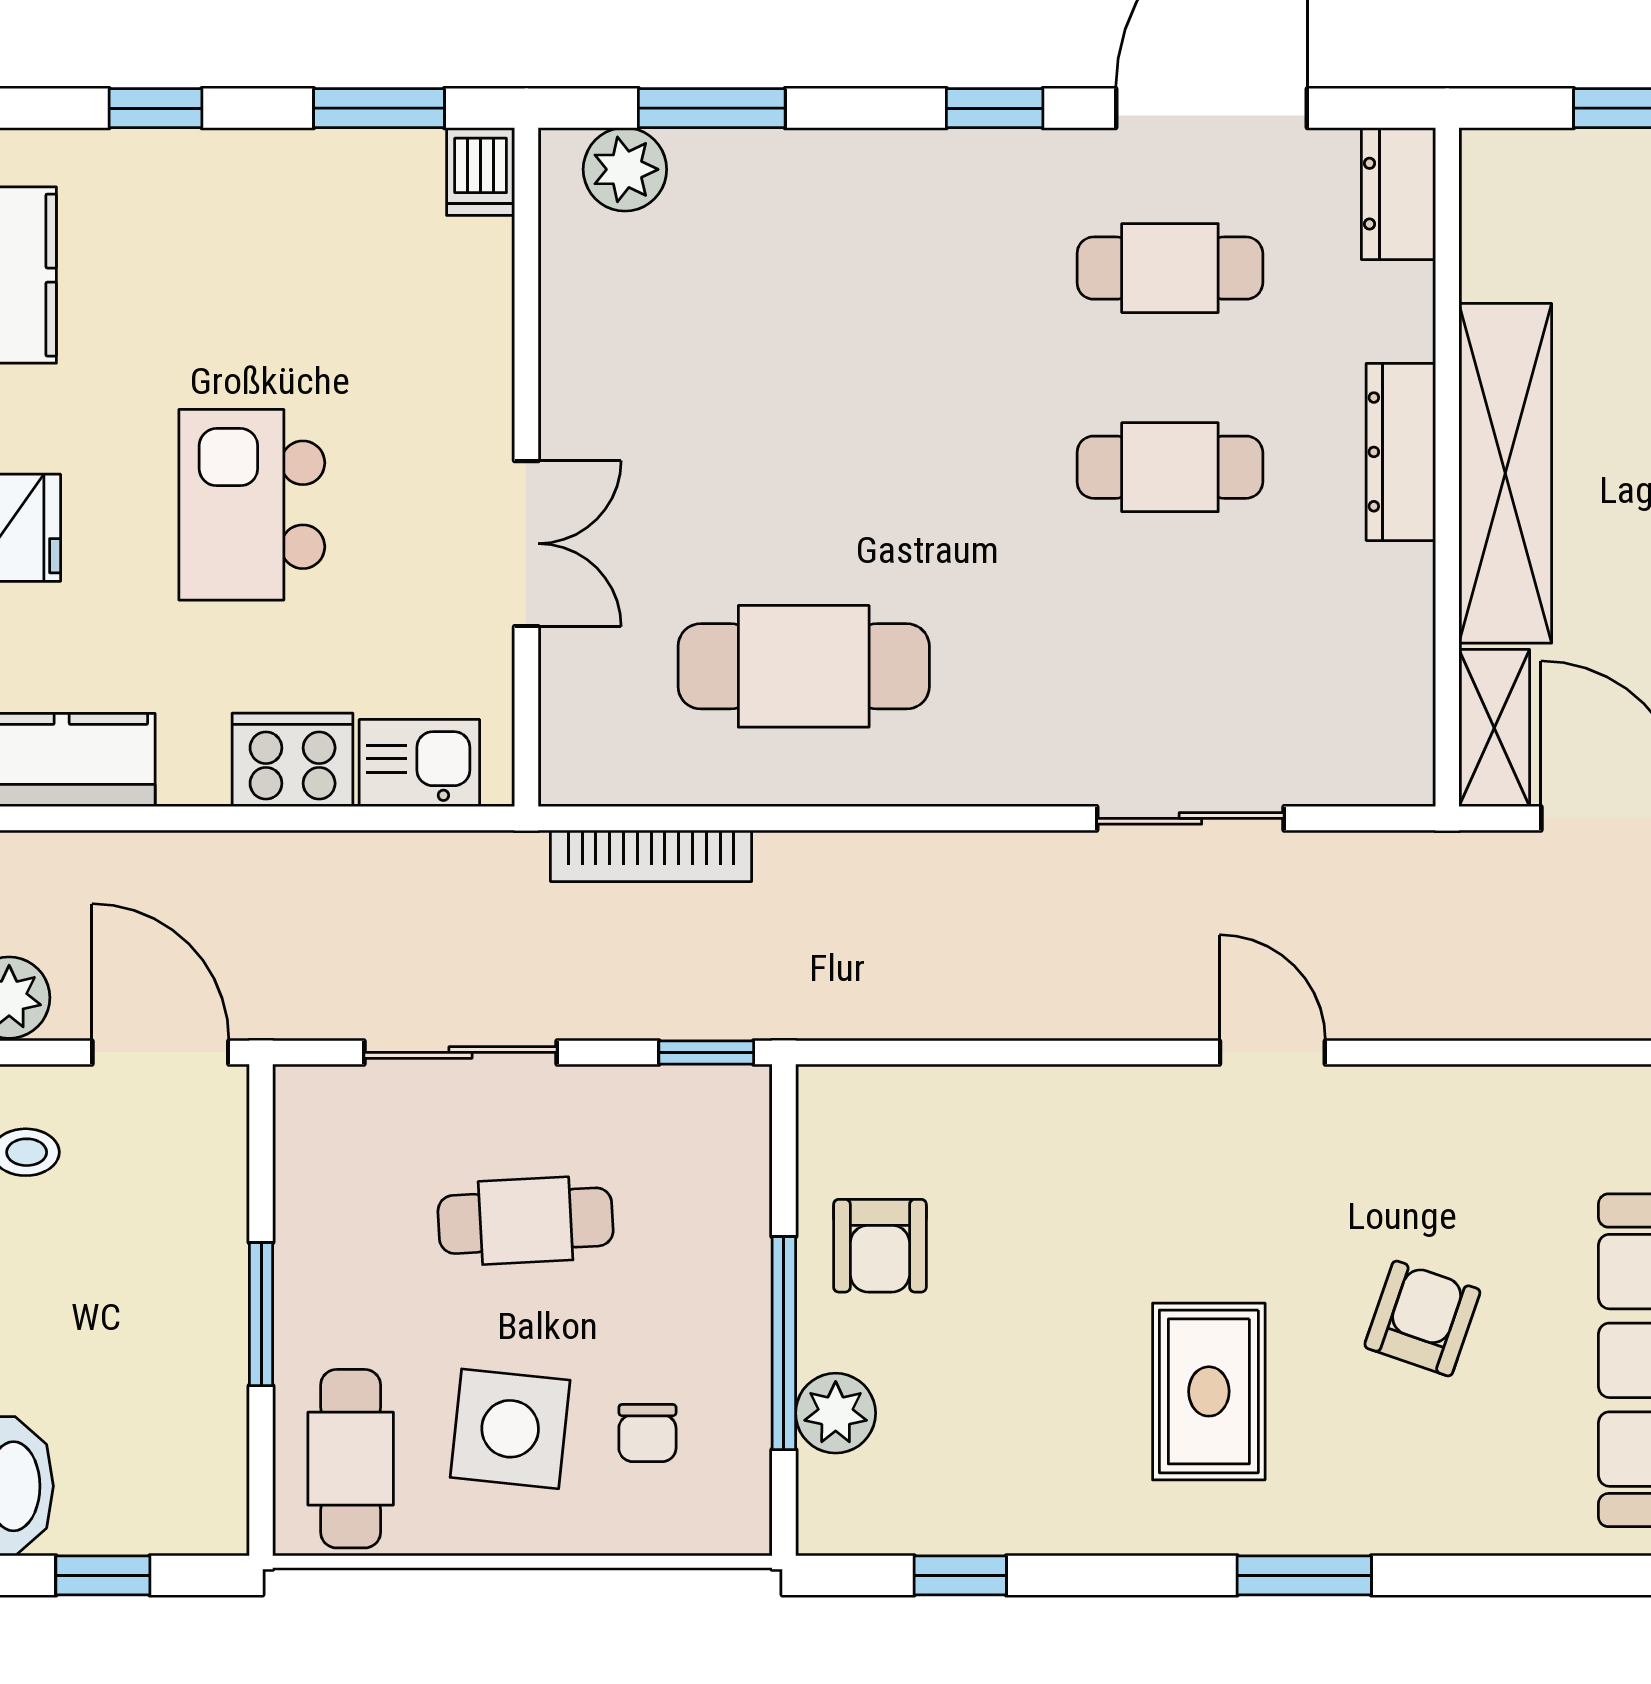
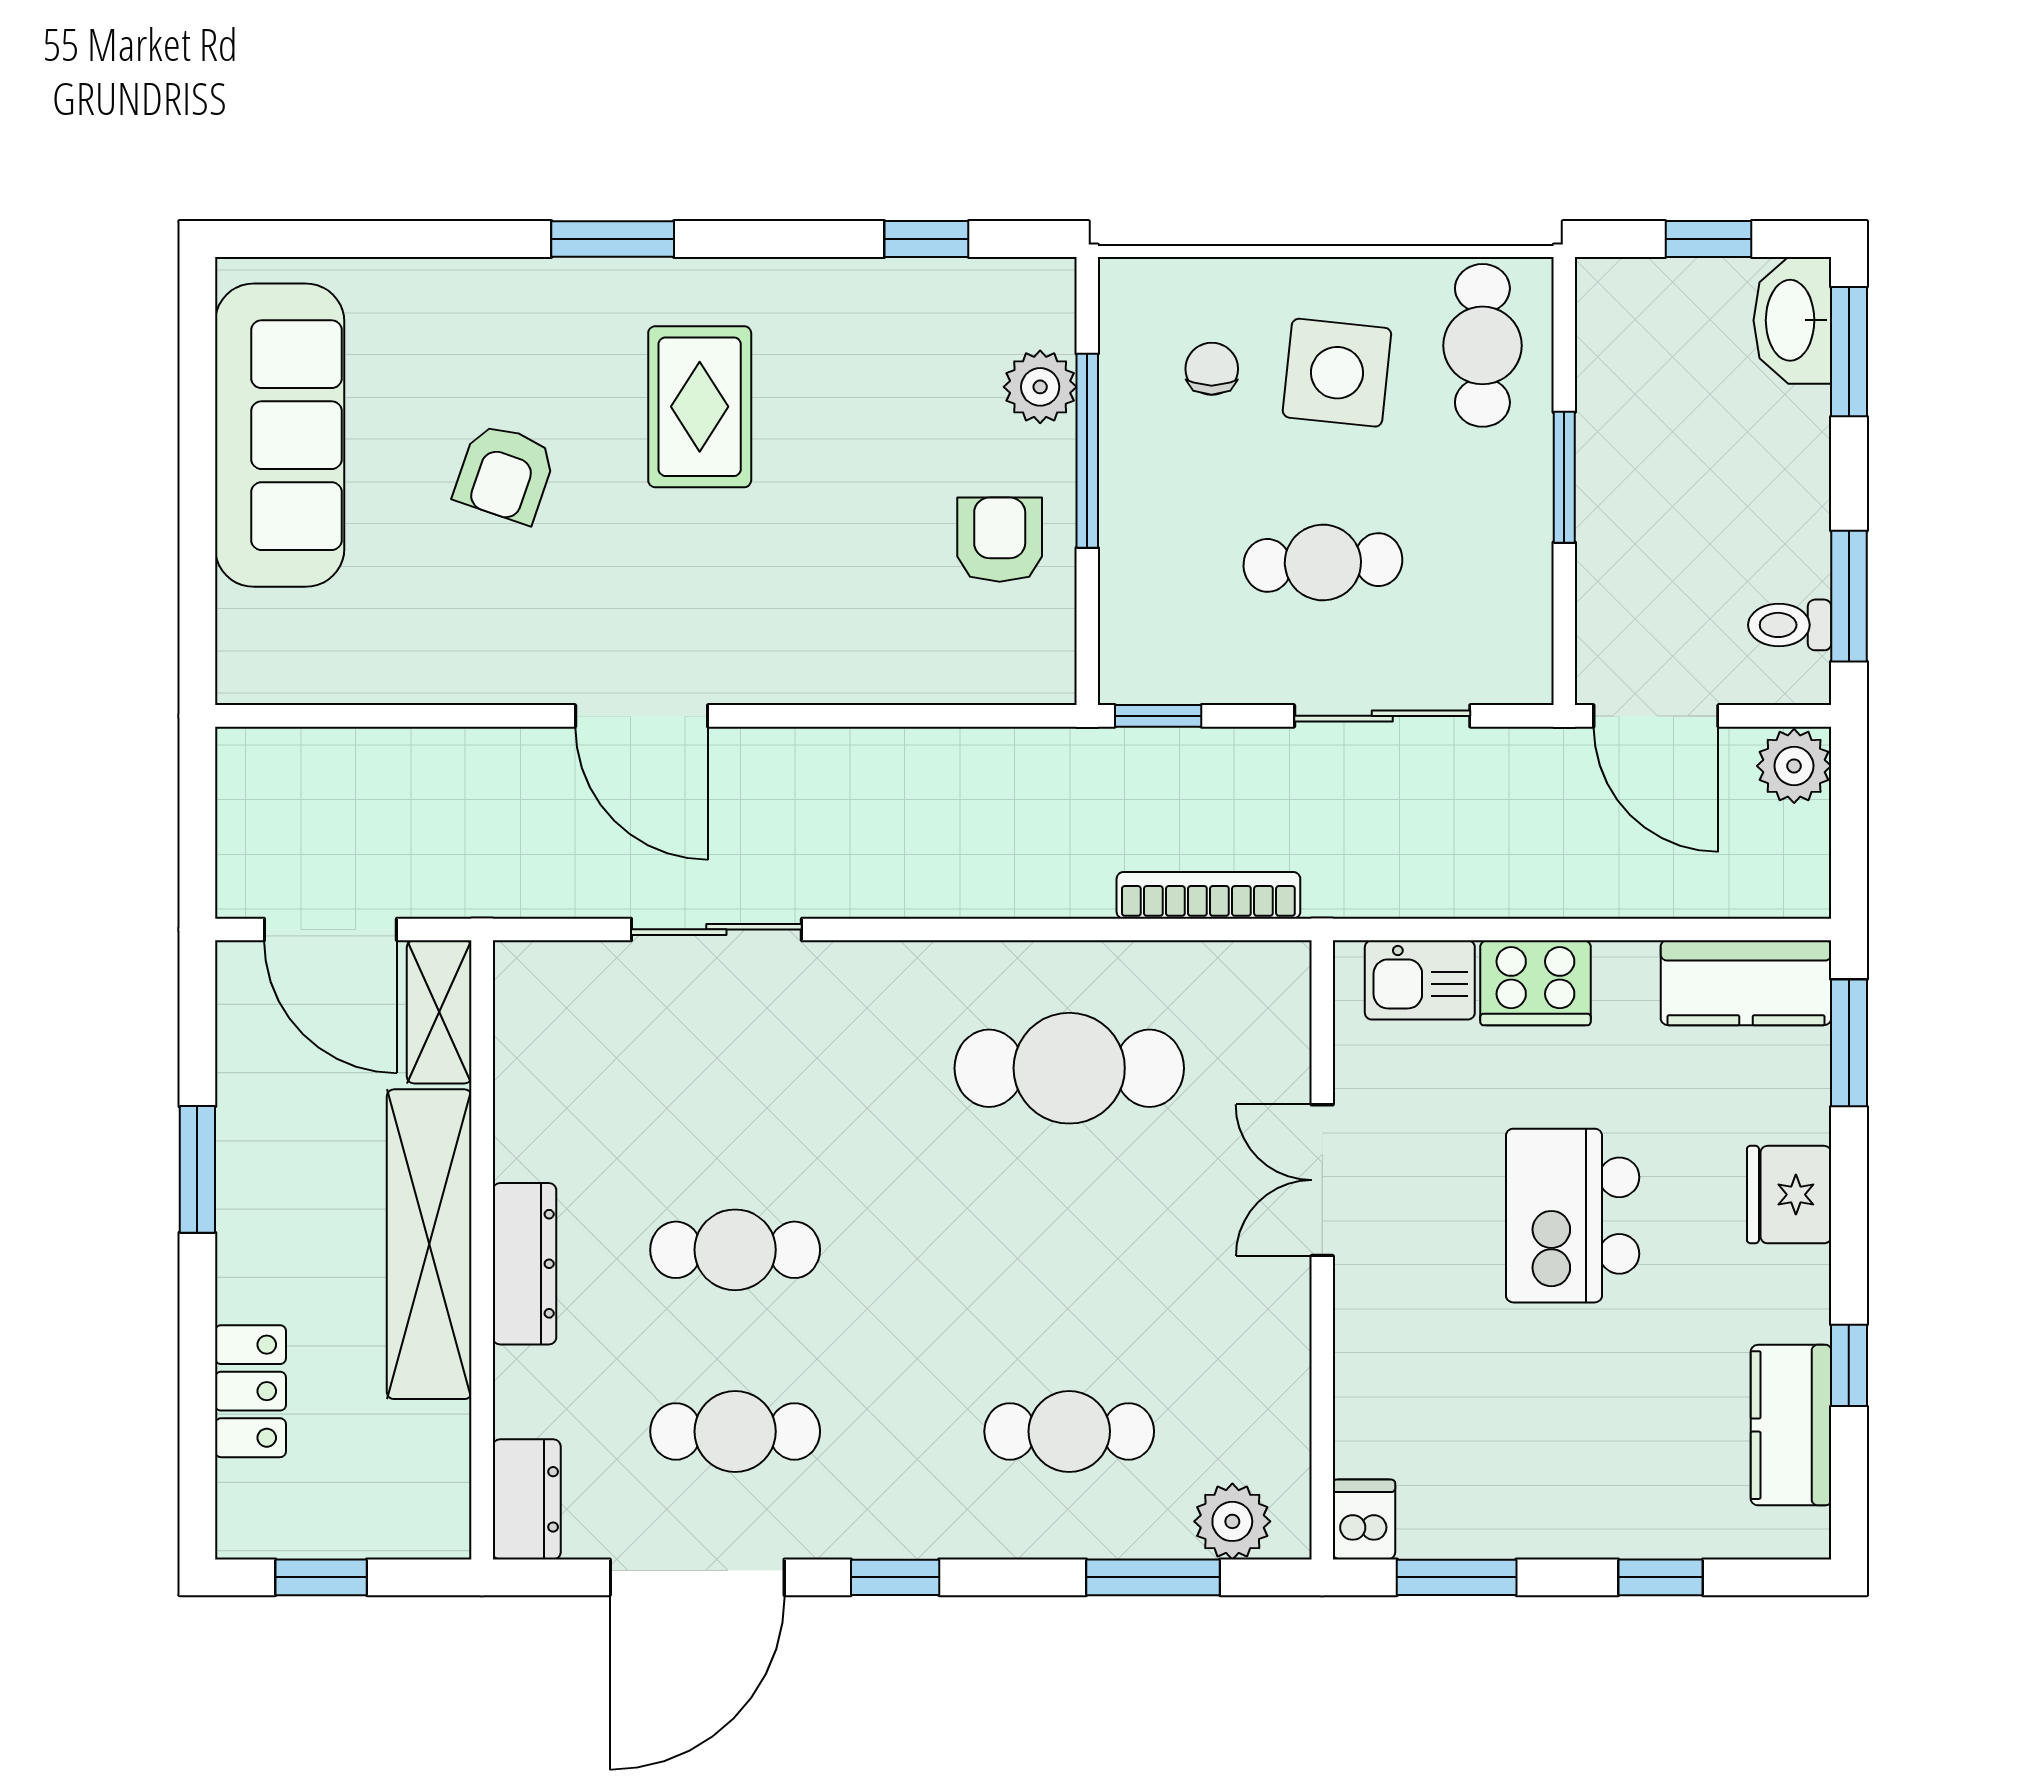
cafe table: (804, 268) -> (1069, 1431), added
kitchen island: (252, 505) -> (1573, 1216), turned 180
door: (1272, 1052) -> (642, 716), width x1.37

